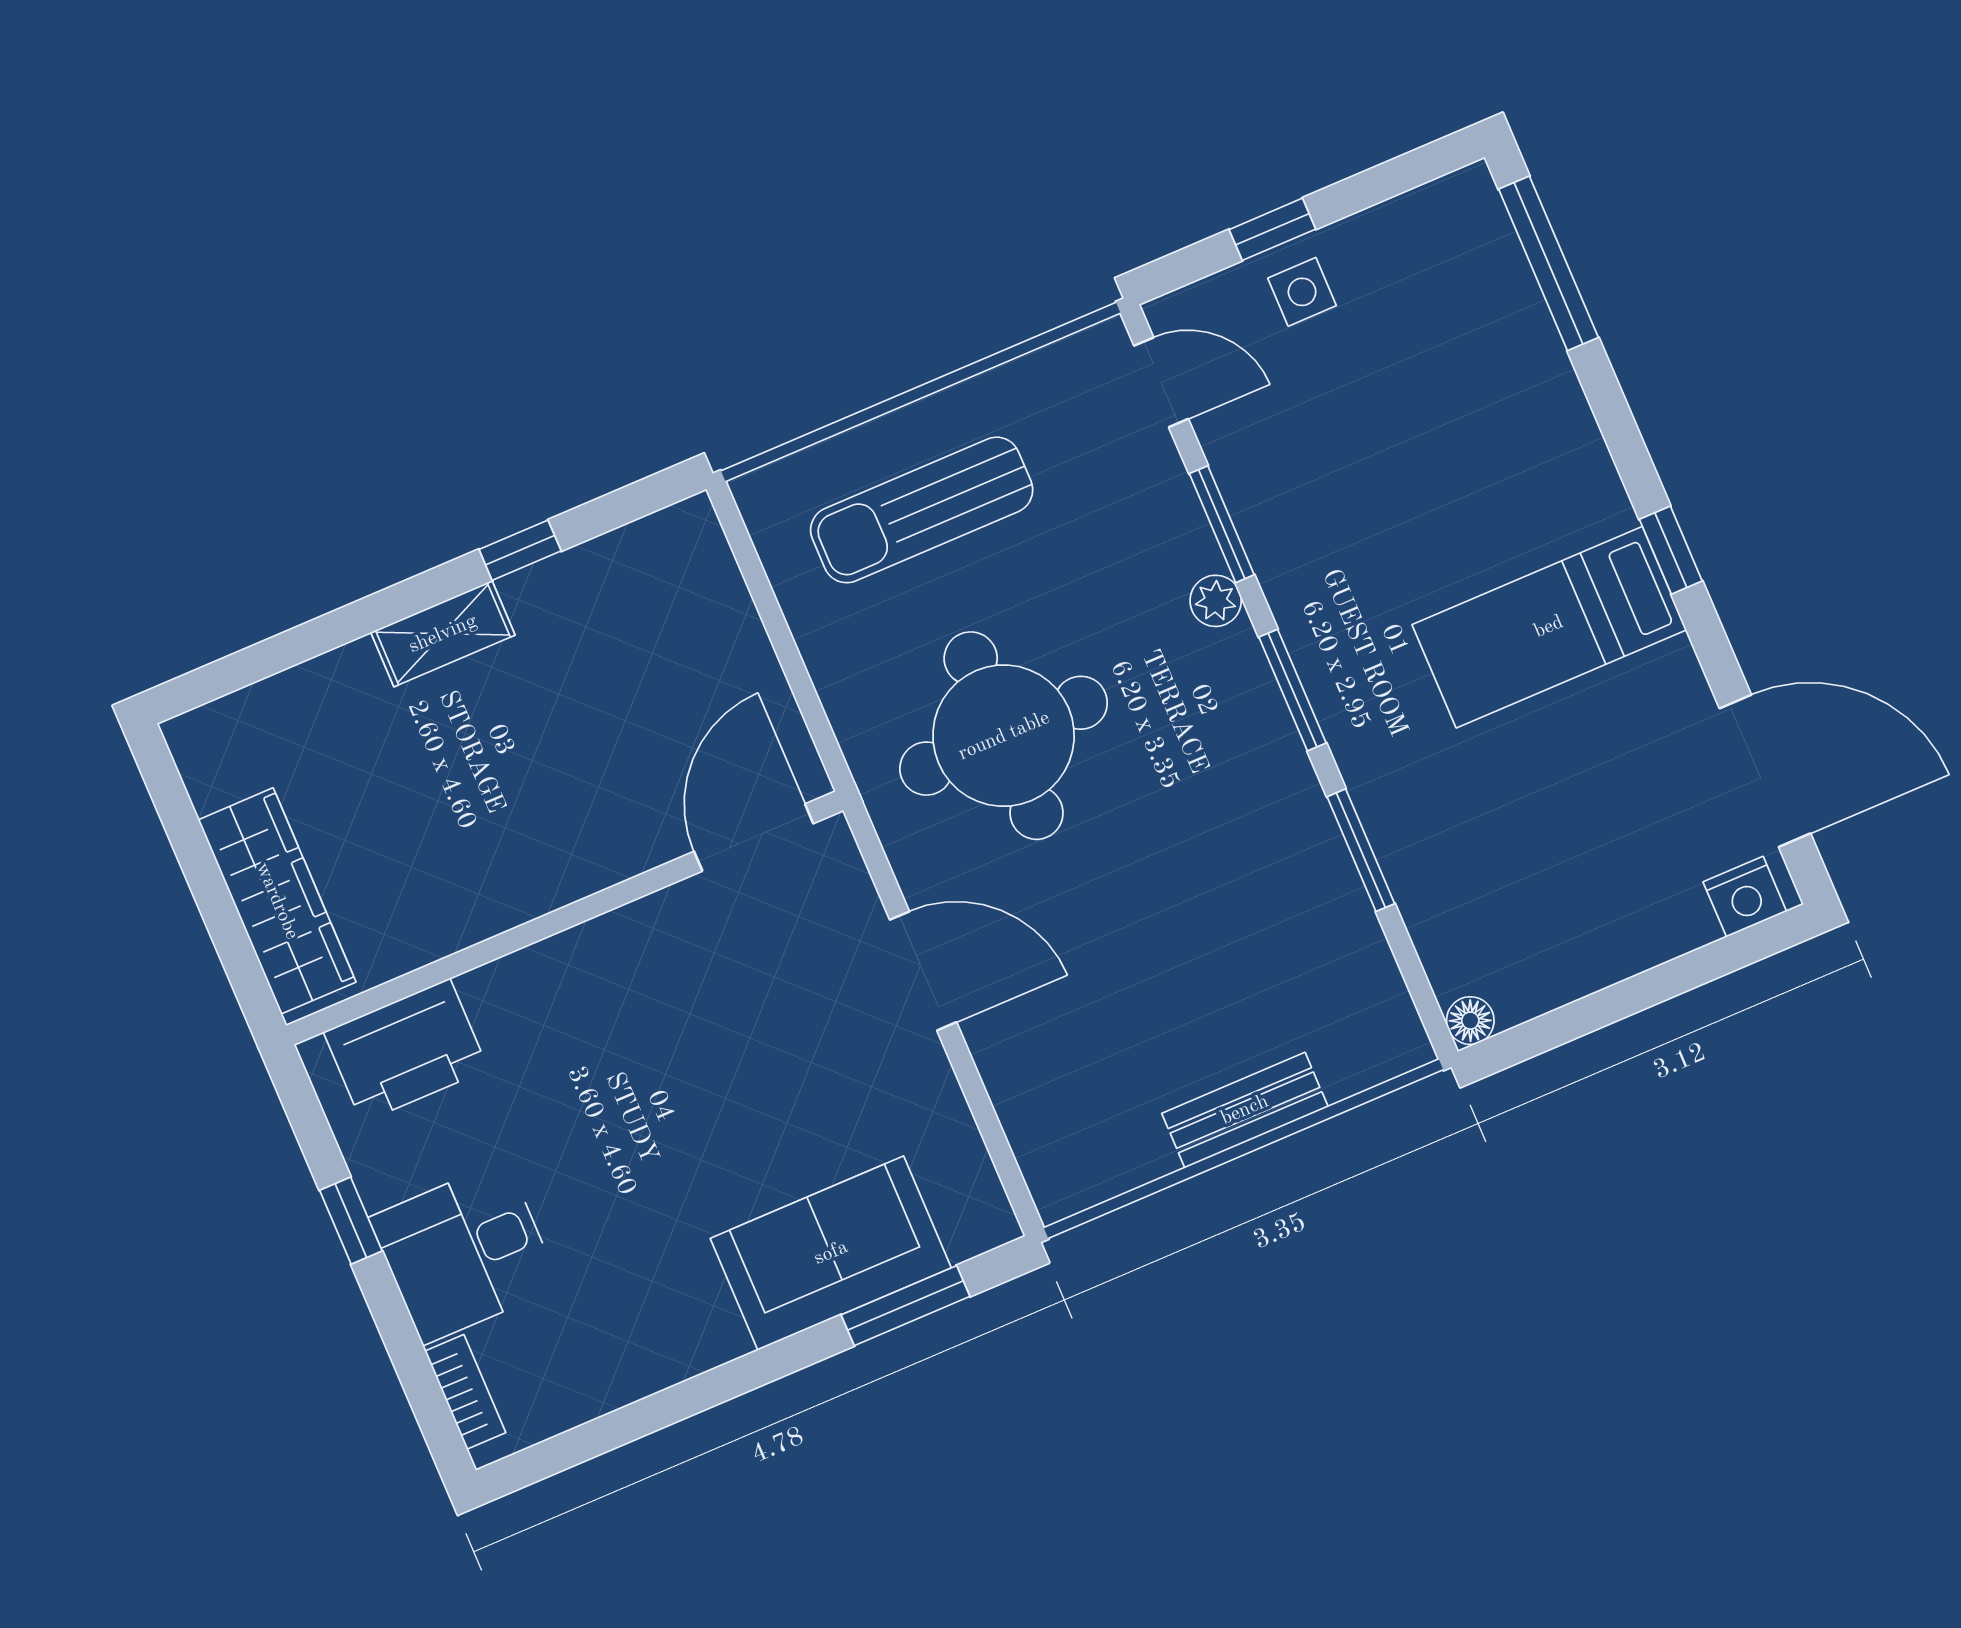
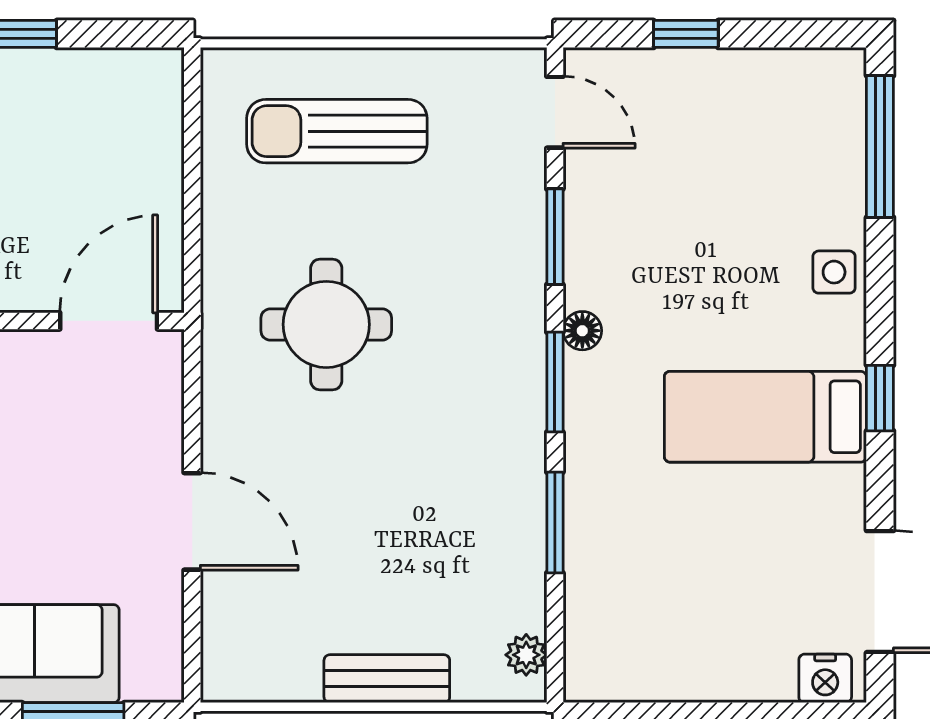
side table: (1302, 292) -> (834, 272), moved
plant: (1216, 601) -> (526, 655), moved
round table: (1004, 736) -> (326, 324), width x0.73, depth x0.73
door: (923, 971) -> (192, 521), moved
floor lamp: (1470, 1021) -> (582, 331), moved

